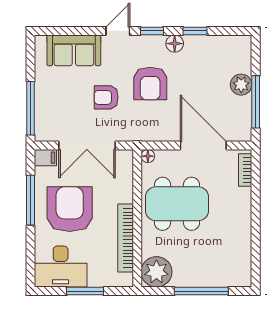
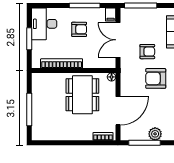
armchair: (106, 97) -> (147, 52), turned 90
armchair: (70, 209) -> (79, 29), width x0.53, depth x0.53
plant: (156, 272) -> (41, 82), removed

